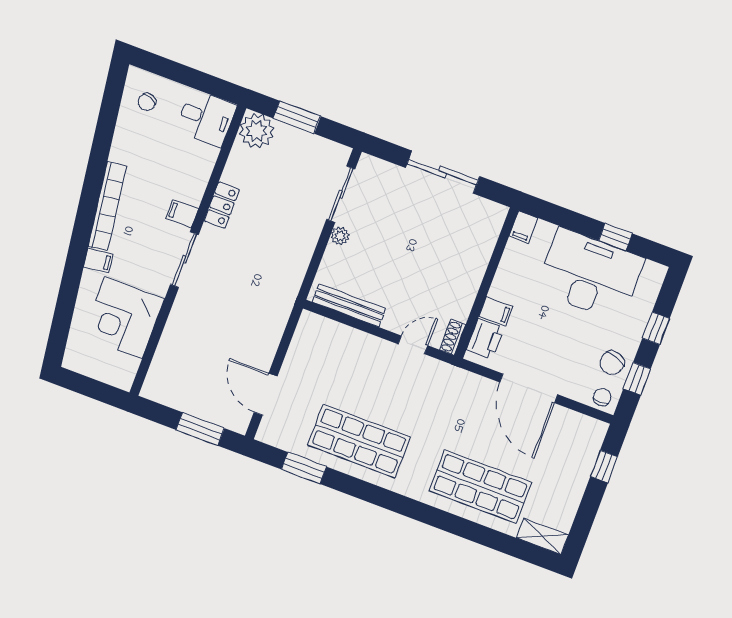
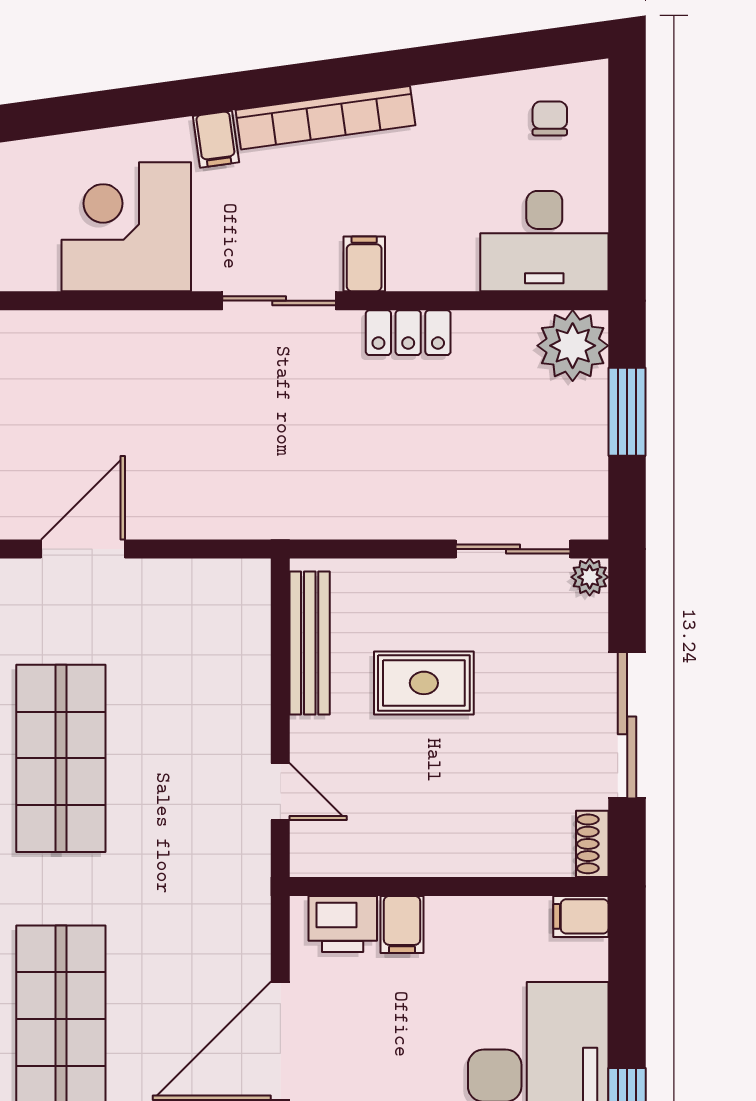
chair: (147, 102) -> (550, 118), turned 70
desk: (206, 118) -> (544, 241), width x1.37
plant: (340, 236) -> (590, 577), moved
rug: (387, 259) -> (424, 683), added
shoe rack: (453, 337) -> (592, 844), moved, turned -90

